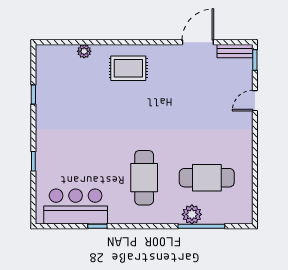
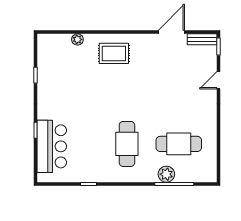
bar counter: (76, 207) -> (52, 146), moved, turned 90

